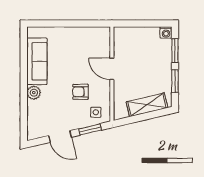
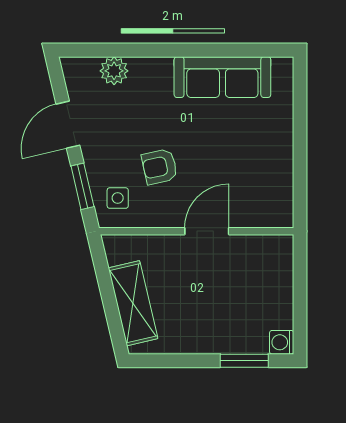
window: (175, 81) -> (182, 361), removed
armchair: (80, 92) -> (160, 167), turned -102
plant: (34, 93) -> (114, 71), moved

